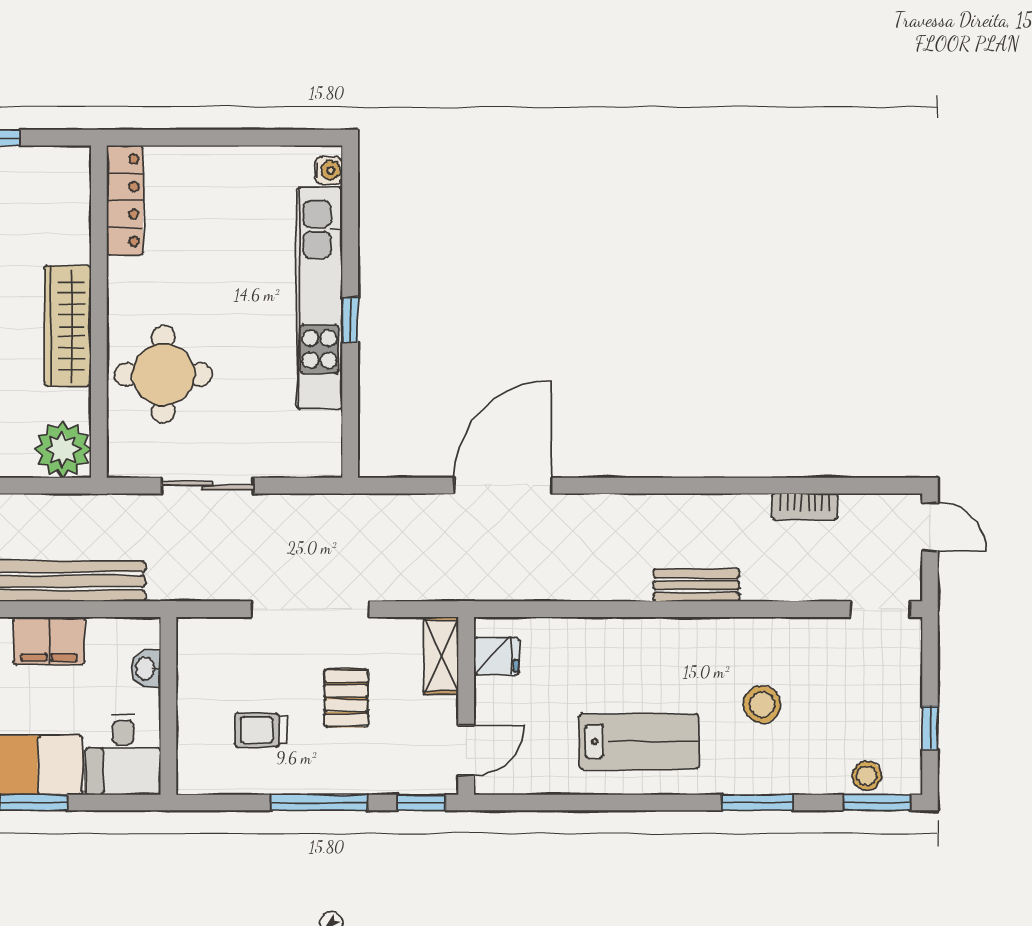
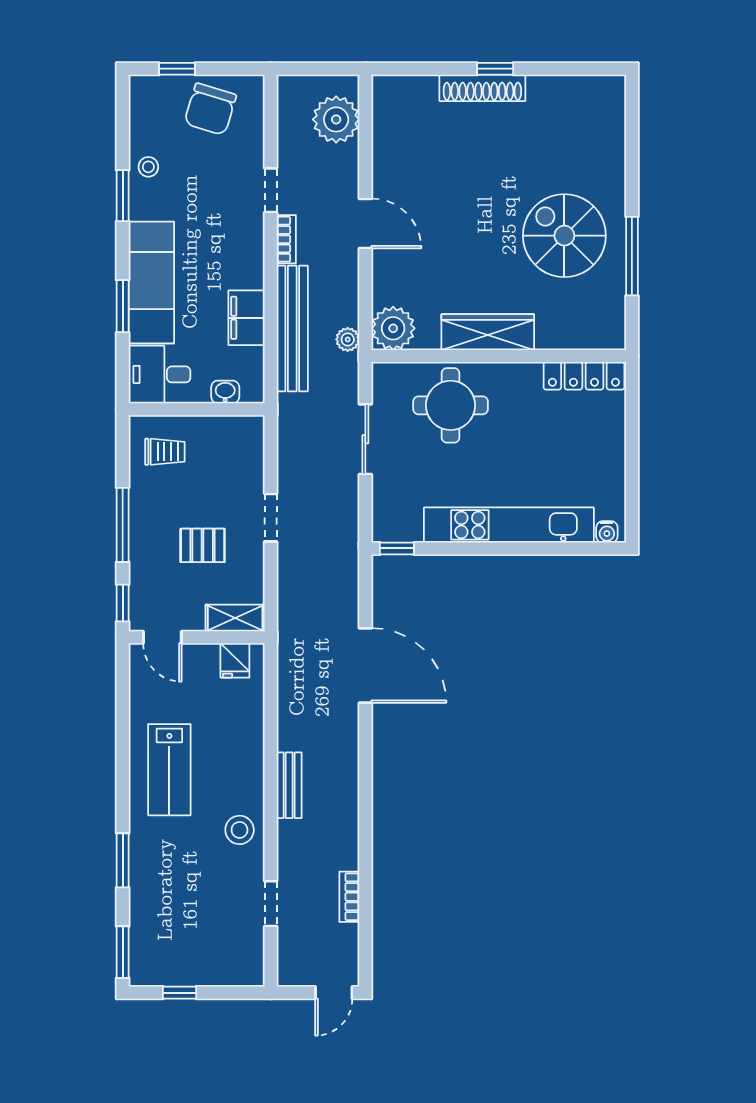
window: (350, 320) -> (397, 548), moved
plant: (77, 509) -> (348, 339), added
bench: (696, 585) -> (289, 785), moved
doorway: (310, 609) -> (271, 518), width x0.53
doorway: (880, 609) -> (271, 904), moved
stool: (762, 704) -> (240, 830), moved
trolley: (261, 730) -> (165, 452), moved, turned 90
stool: (867, 776) -> (143, 944), removed

